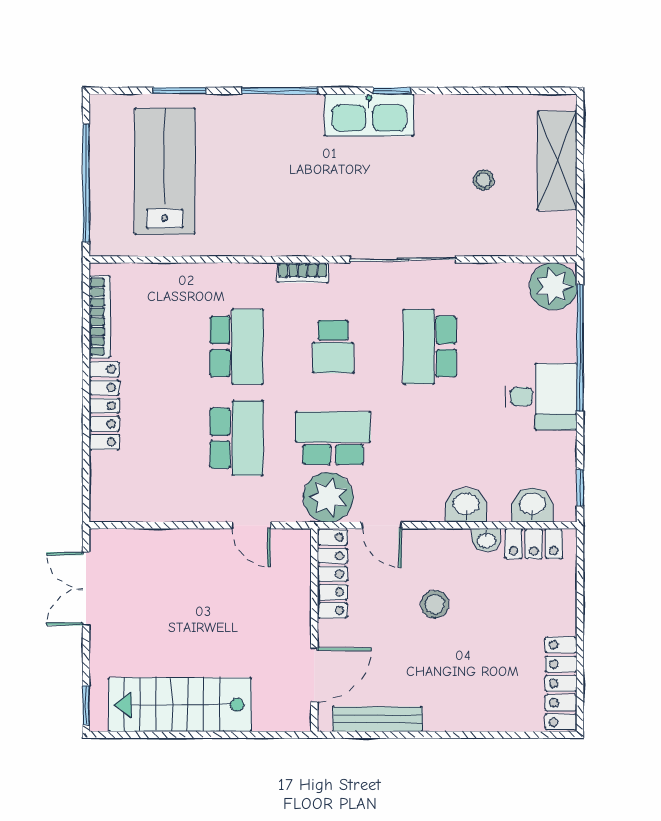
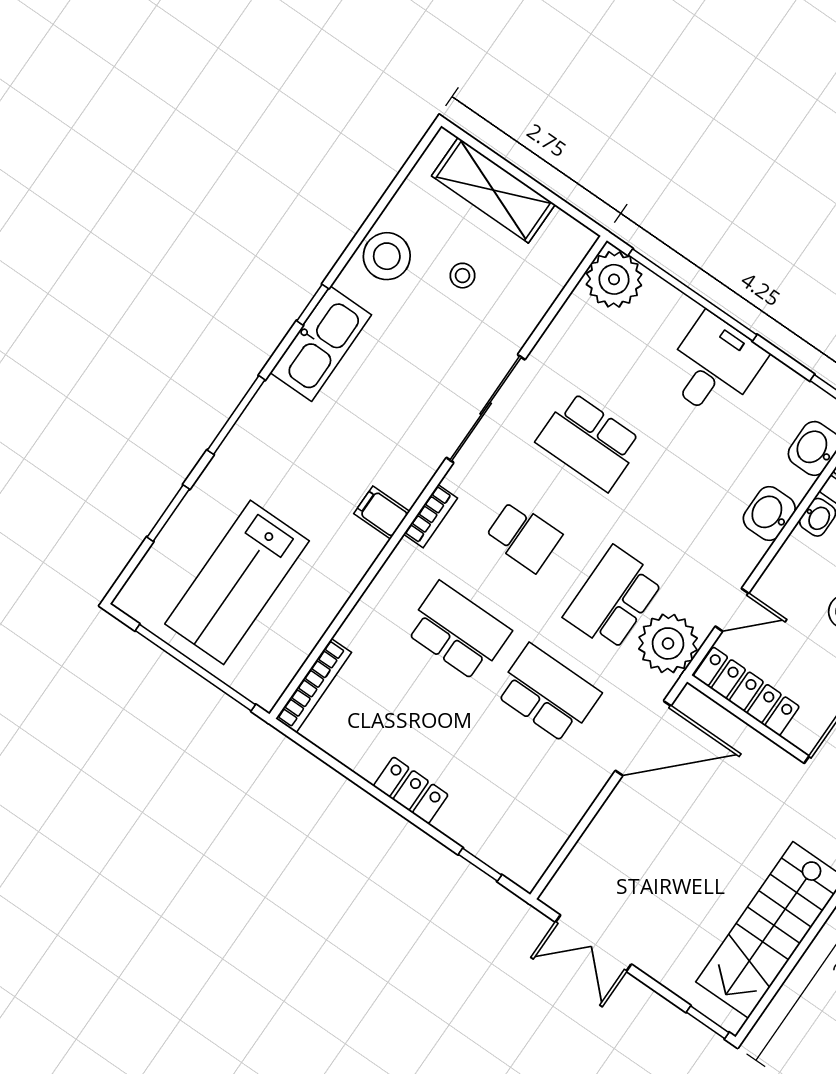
stool: (461, 119) -> (387, 256), added
lab bench: (165, 171) -> (237, 582), turned -90
filing cabinet: (282, 238) -> (382, 513), added
bookcase: (100, 317) -> (314, 686), moved, turned 90
locker: (104, 406) -> (411, 790), width x0.66
window: (86, 473) -> (480, 865), added
door: (251, 525) -> (643, 738), width x1.87

